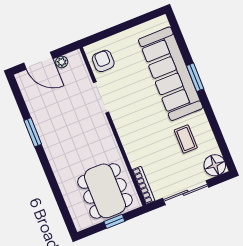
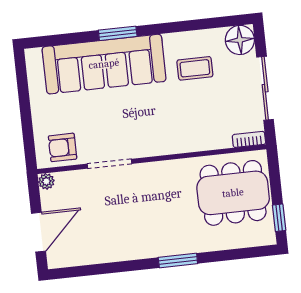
plant: (62, 62) -> (46, 181), moved
window: (33, 132) -> (178, 260), moved
bookcase: (143, 185) -> (249, 139), width x0.64
window: (114, 221) -> (279, 218), moved

